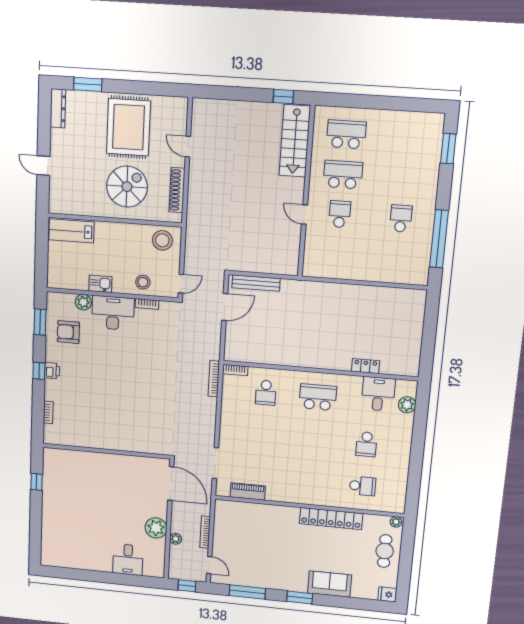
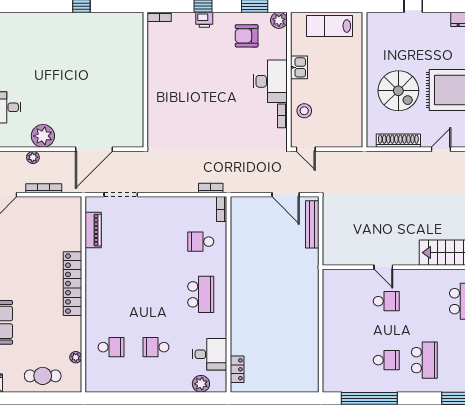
school desk: (343, 175) -> (424, 360), moved
door: (304, 215) -> (383, 267), swing flipped
lab bench: (71, 231) -> (330, 26), moved, turned -90
stool: (162, 240) -> (348, 128), removed
plant: (83, 302) -> (279, 20), moved
armchair: (68, 332) -> (247, 36), turned -90
locker: (366, 366) -> (237, 369), moved
bookcase: (214, 379) -> (211, 188), width x0.64
wall: (106, 451) -> (145, 80), moved
school desk: (363, 486) -> (111, 347), turned -90
locker: (331, 519) -> (72, 284), moved
plant: (396, 522) -> (76, 357), moved

